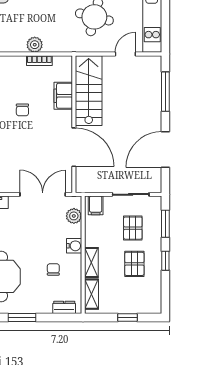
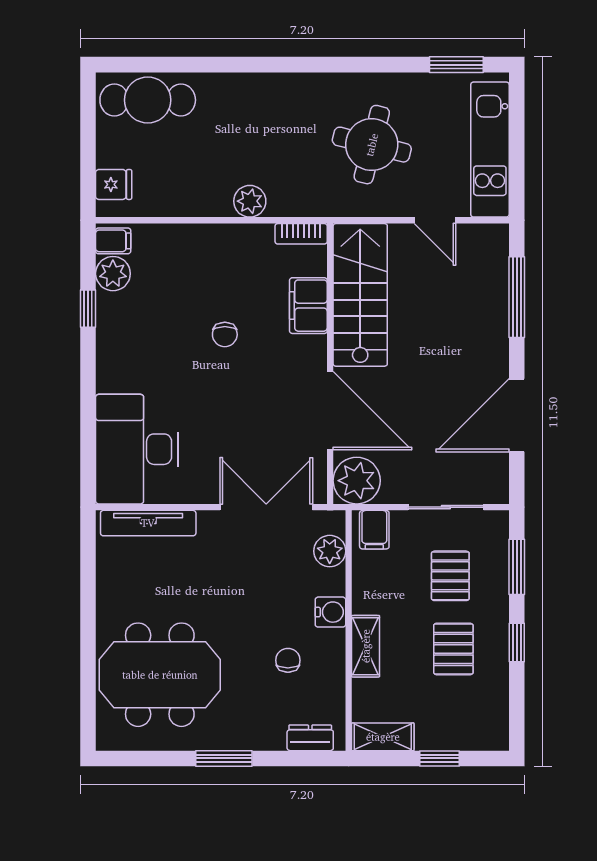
door: (125, 54) -> (435, 220), swing flipped
bookcase: (39, 61) -> (301, 234), moved
plant: (87, 181) -> (357, 481), added
shelving: (91, 294) -> (383, 737), moved, turned 90

